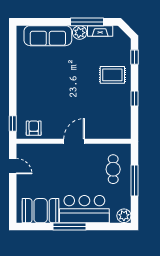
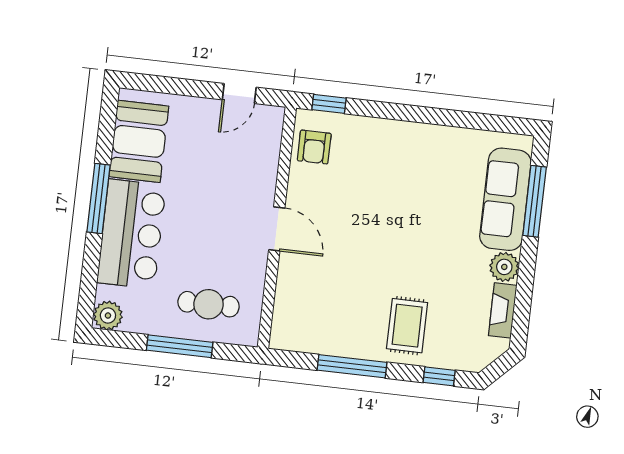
window: (87, 22) -> (535, 201), moved
window: (134, 99) -> (352, 366), width x2.17
armchair: (34, 128) -> (314, 147), turned 90

